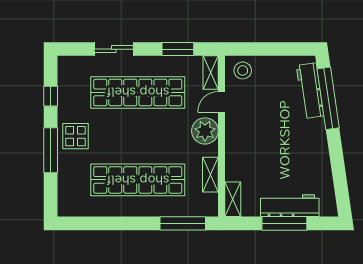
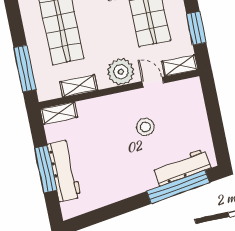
stool: (243, 70) -> (145, 127), moved

